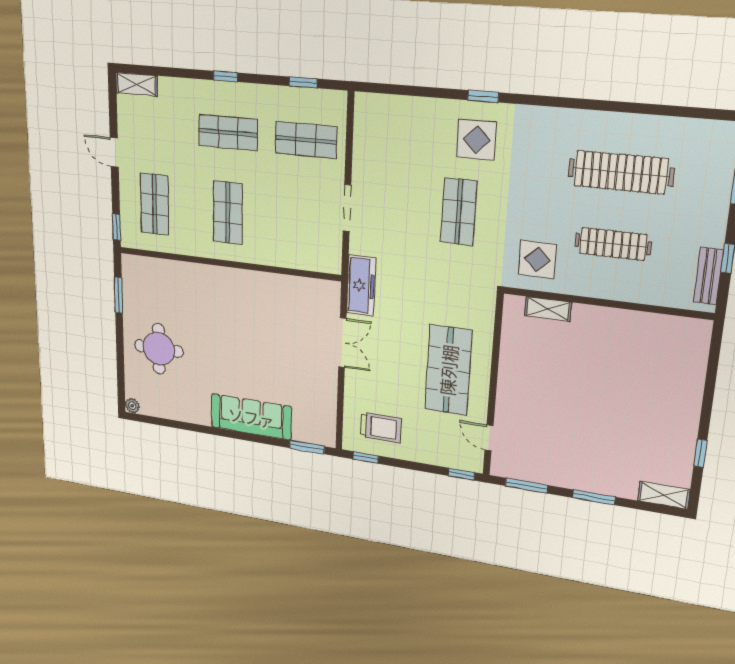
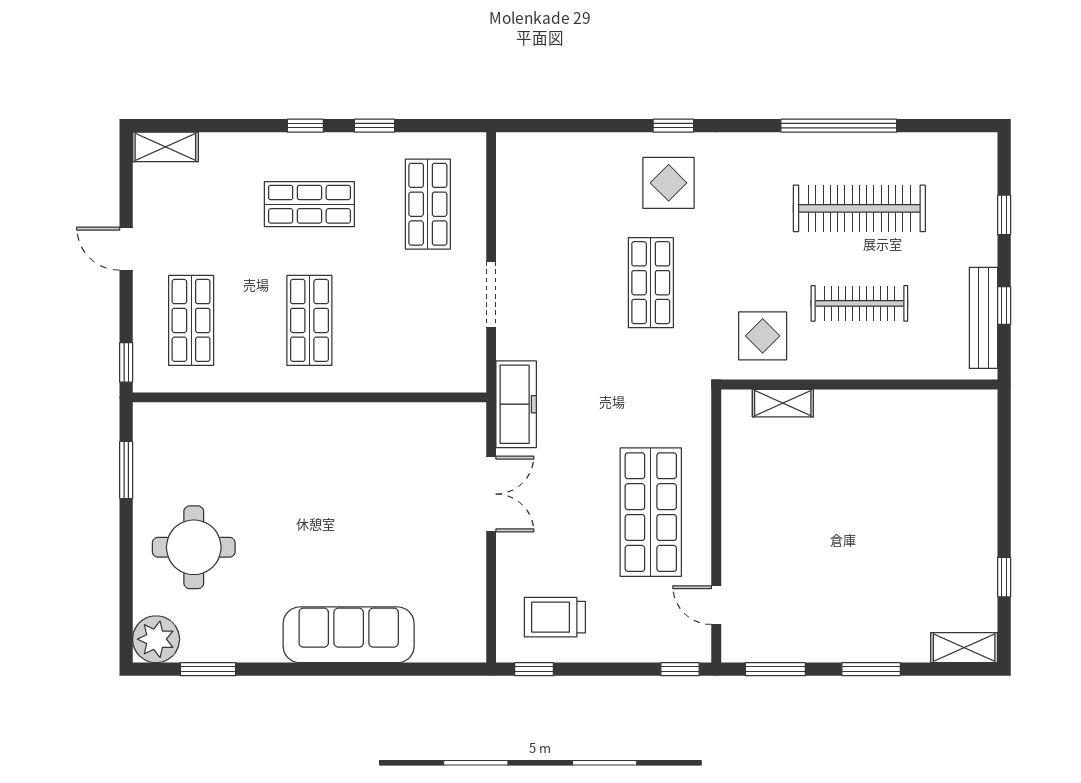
window: (303, 82) -> (375, 126), moved
window: (611, 106) -> (839, 126), added
shop shelf: (306, 140) -> (428, 204), turned 90
bench: (708, 276) -> (984, 318), width x1.36
plant: (132, 406) -> (156, 639), width x1.87, depth x1.87
trolley: (381, 428) -> (555, 617), turned 180
window: (307, 447) -> (208, 669), moved

